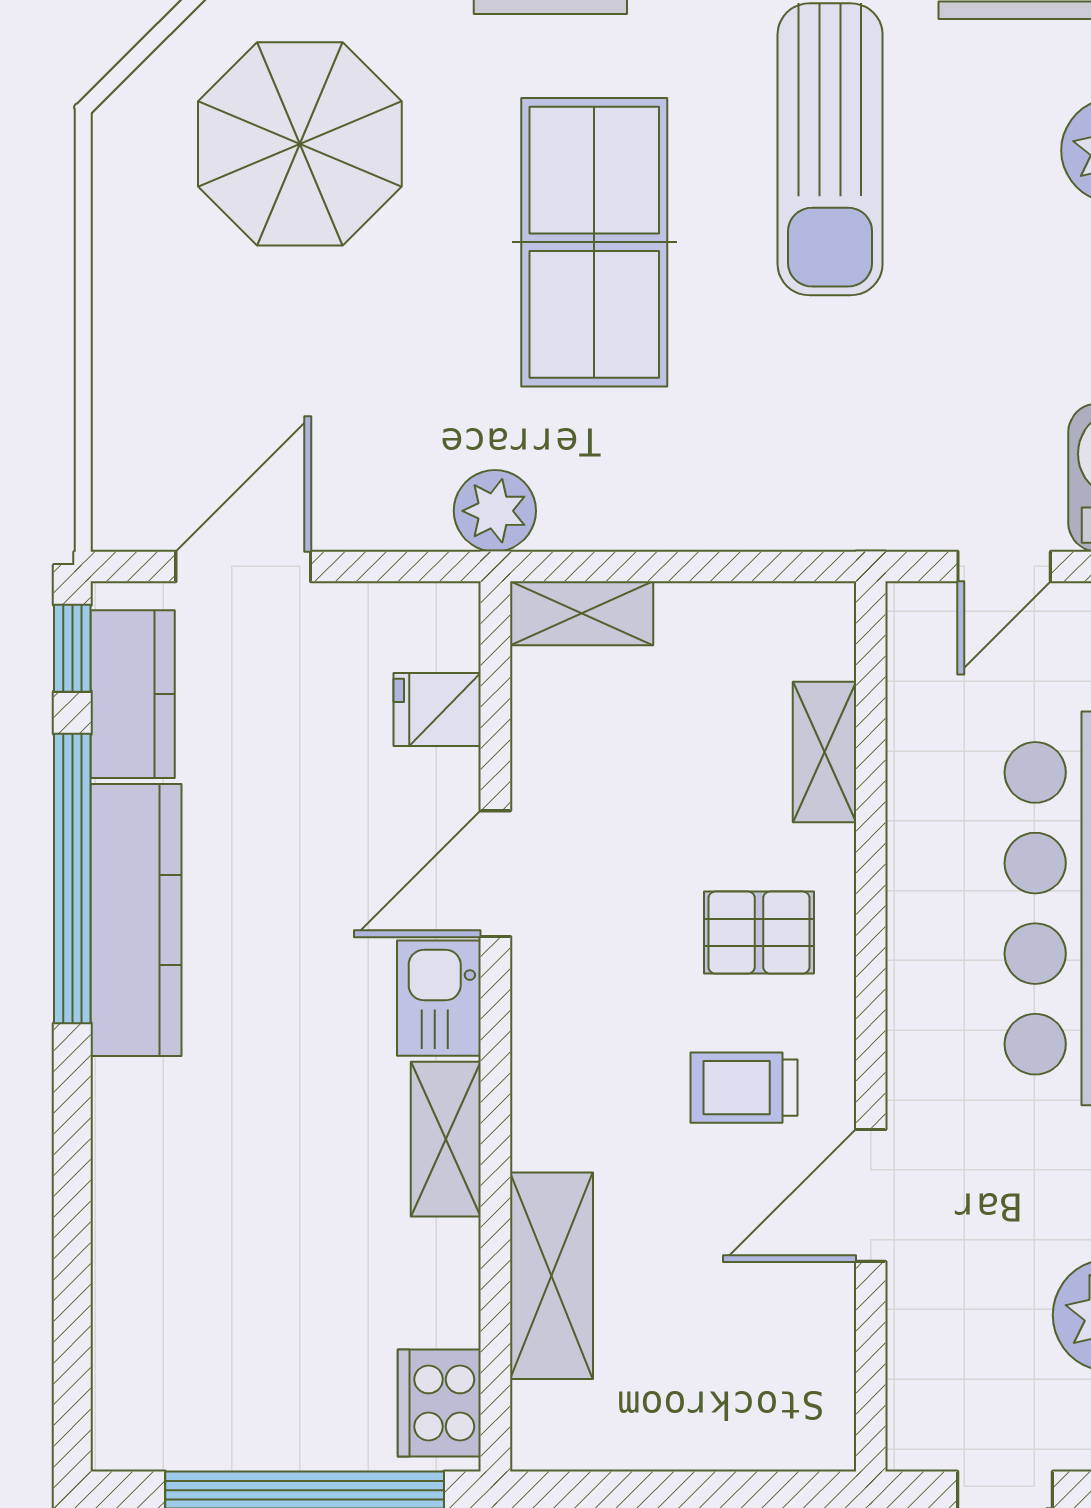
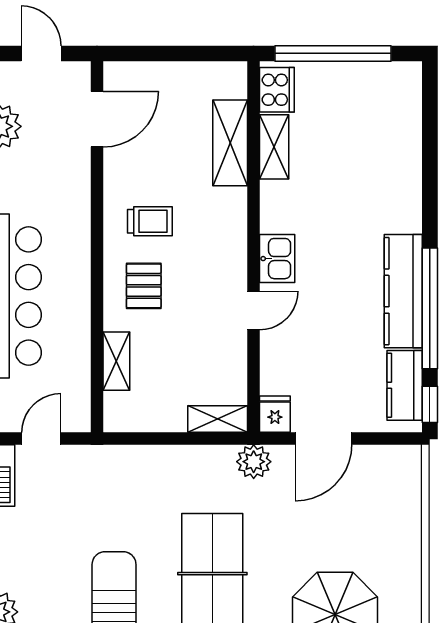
door: (243, 566) -> (323, 438), moved
fridge: (437, 709) -> (275, 414), moved, turned -90
door: (495, 874) -> (254, 310), width x0.73
pallet: (759, 933) -> (144, 286), turned 90
shelving: (446, 1139) -> (274, 147), moved
door: (871, 1195) -> (97, 119), moved

